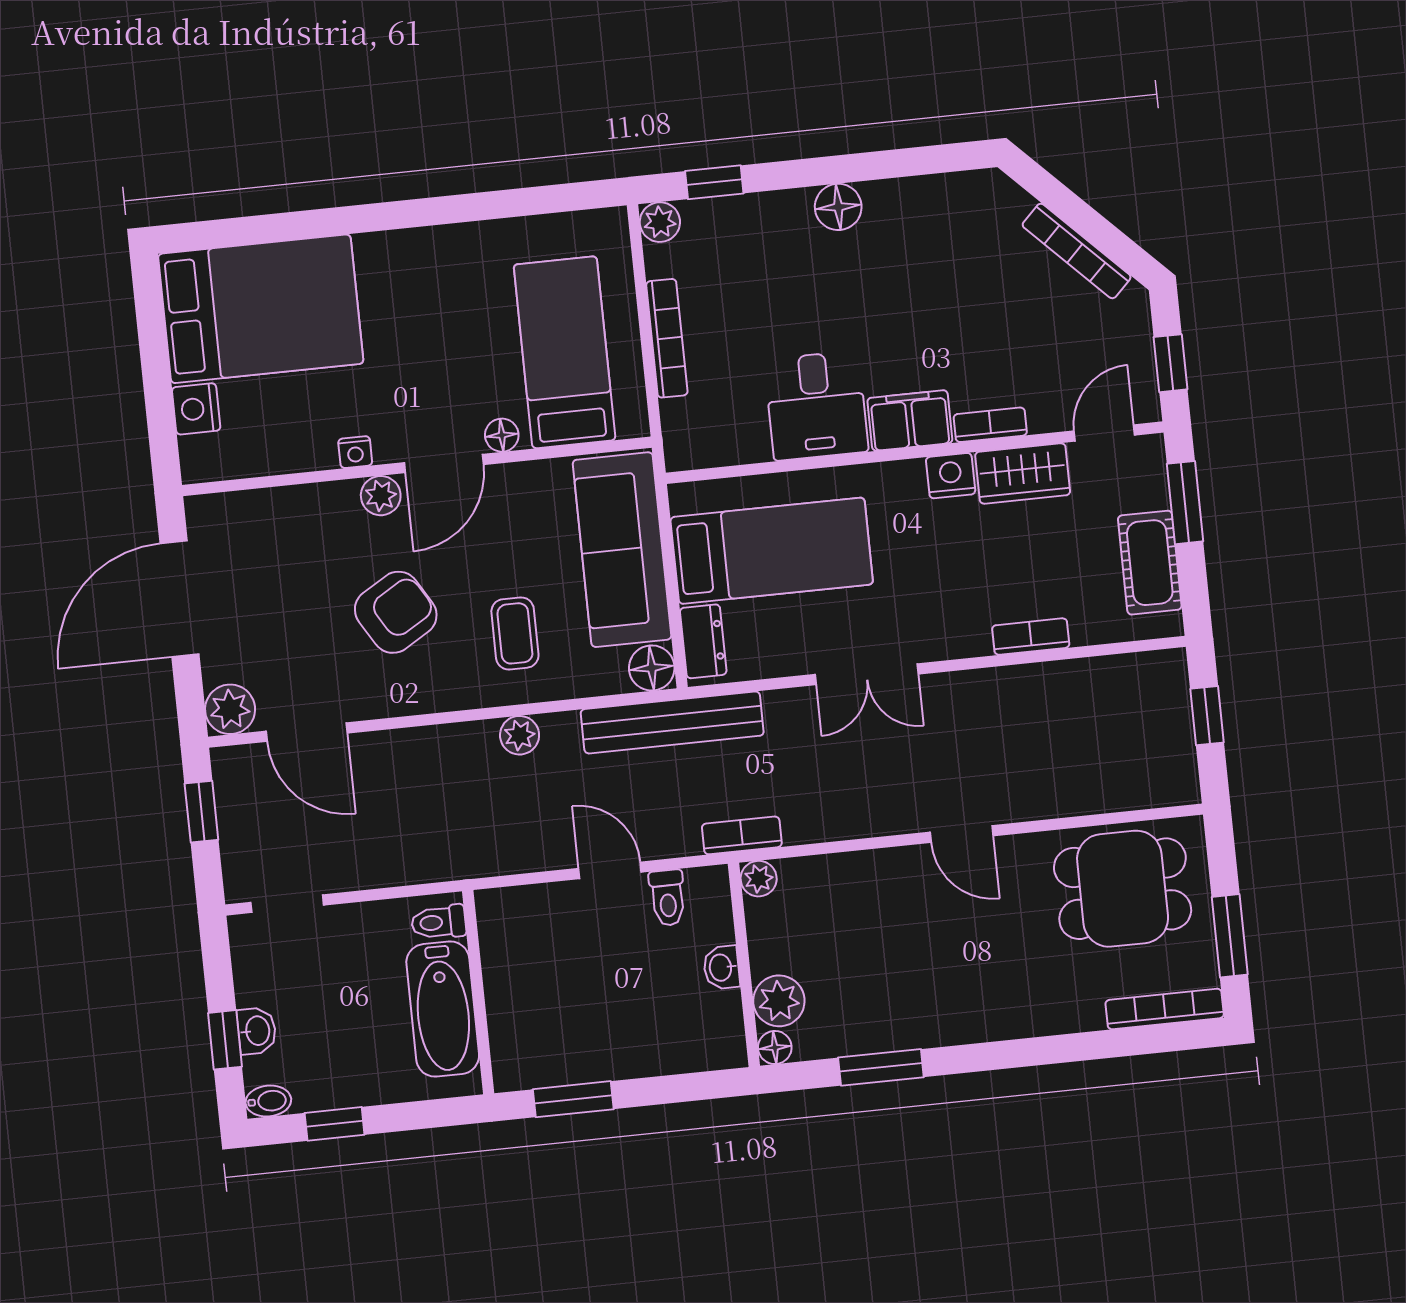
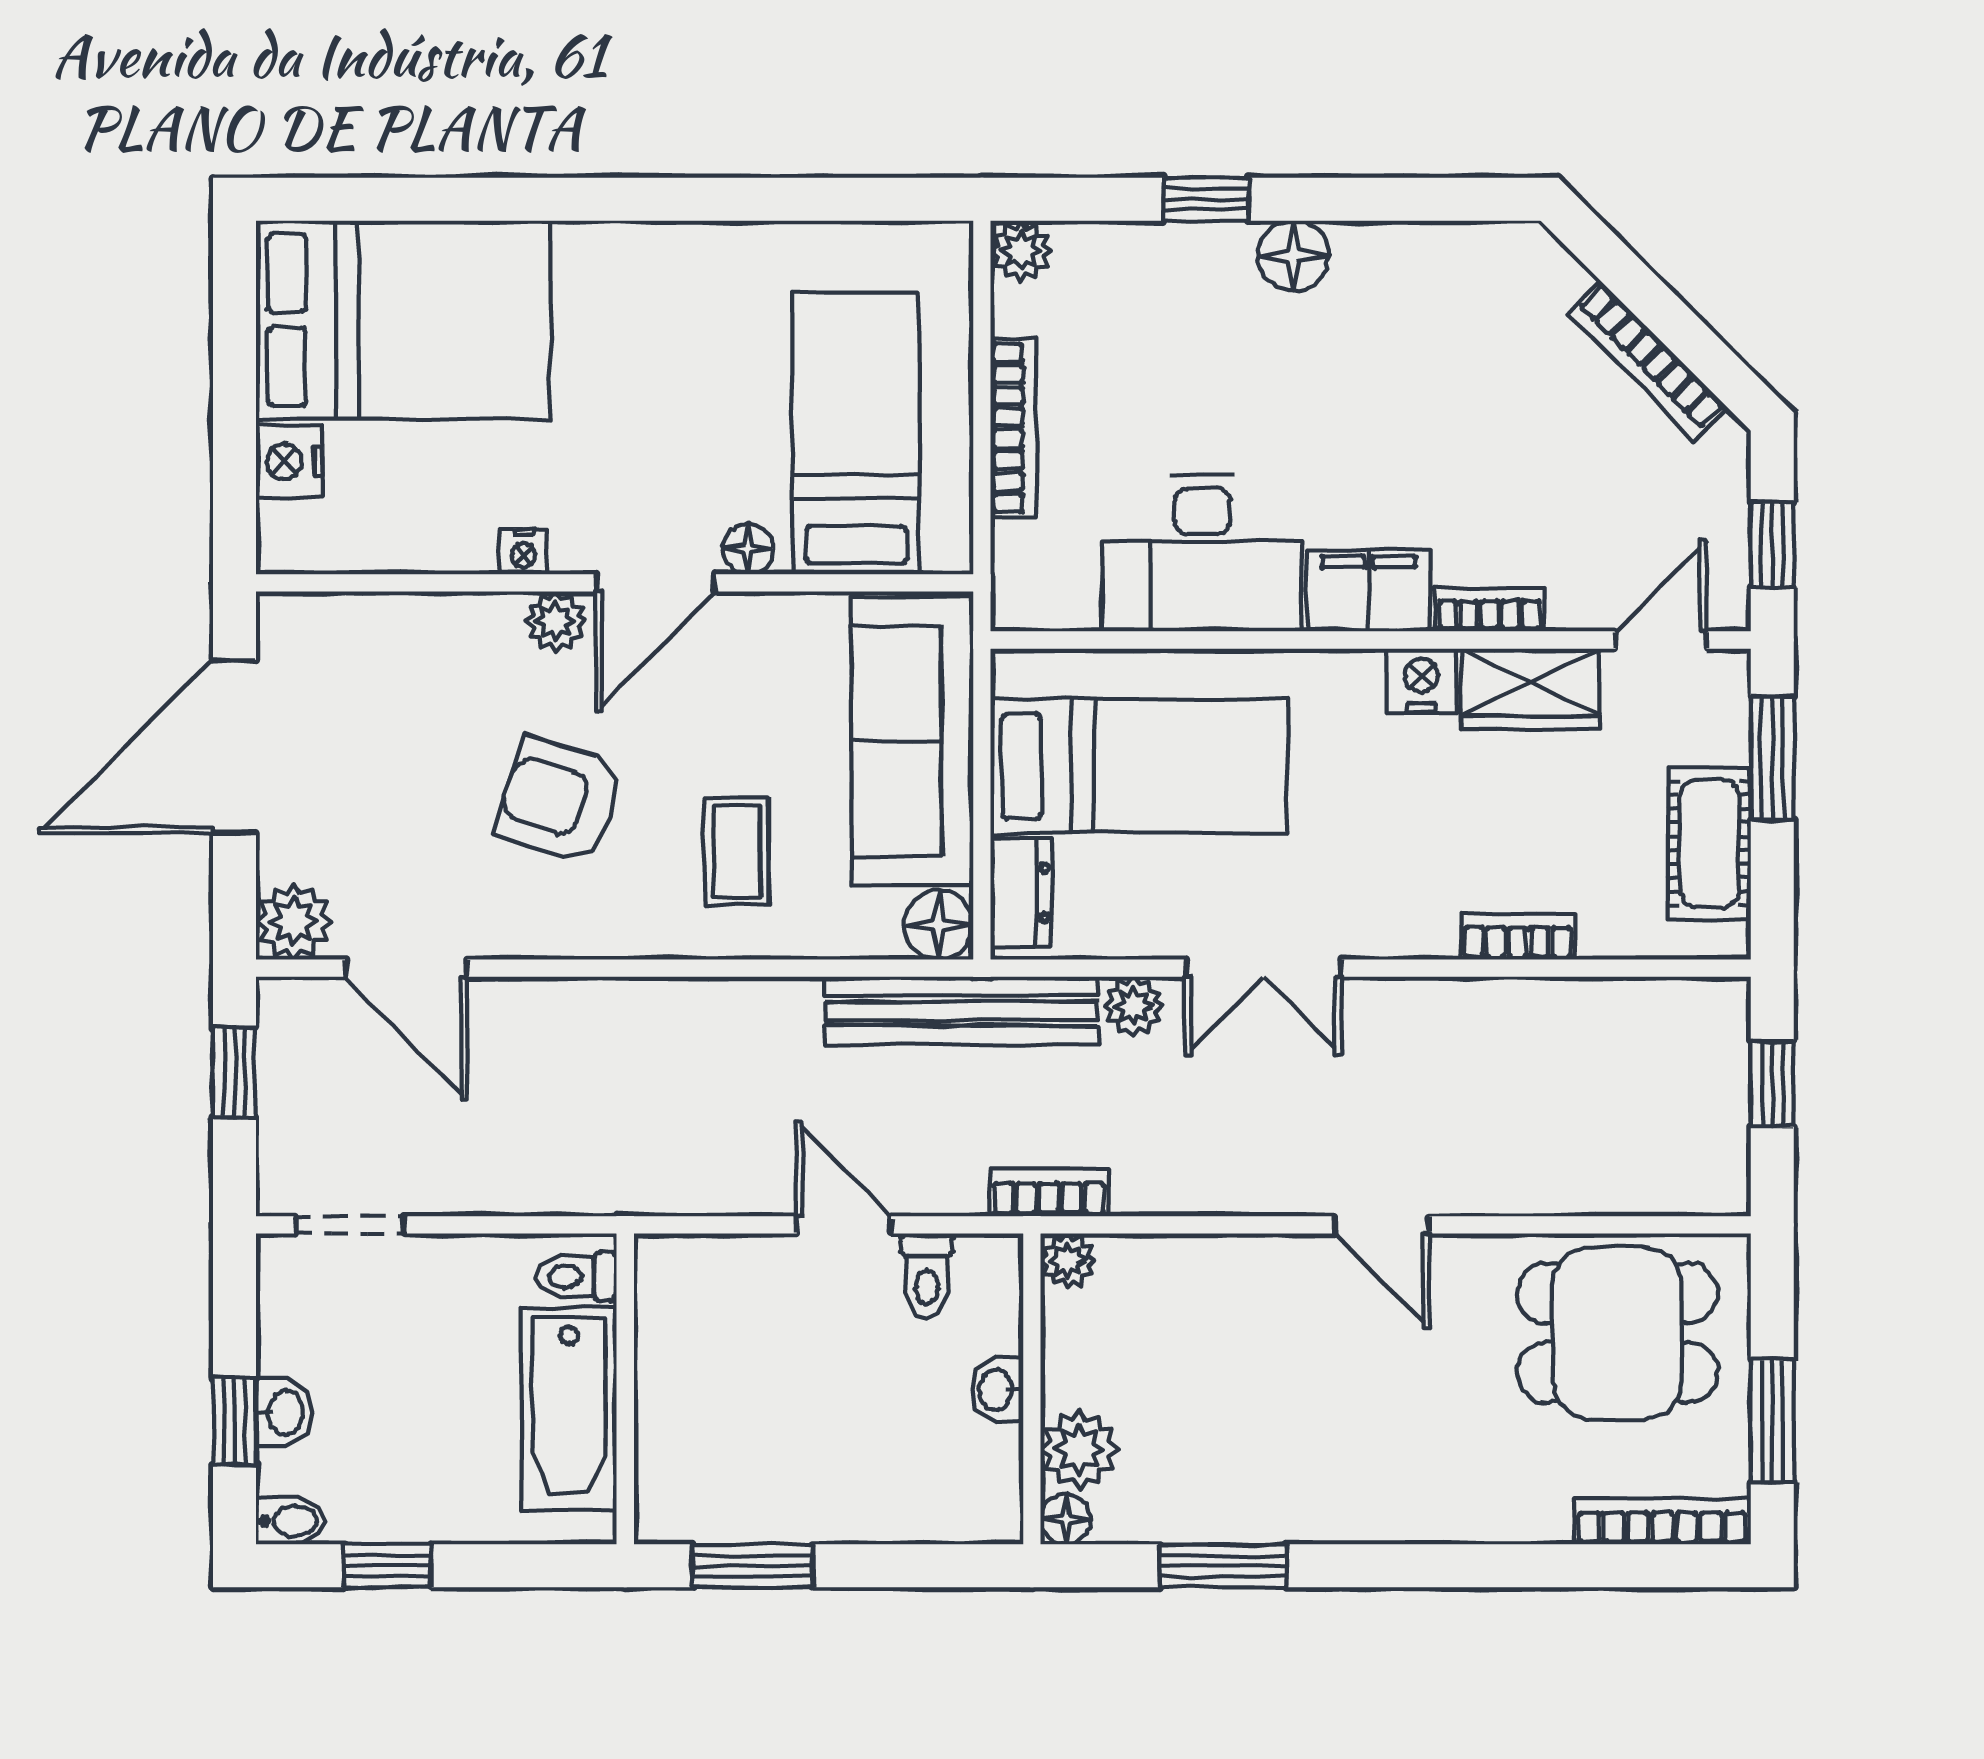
window: (714, 182) -> (1206, 199), moved
desk: (816, 406) -> (1202, 553), width x1.37
armchair: (396, 612) -> (560, 801), turned -131
plant: (520, 735) -> (1133, 1006), moved

